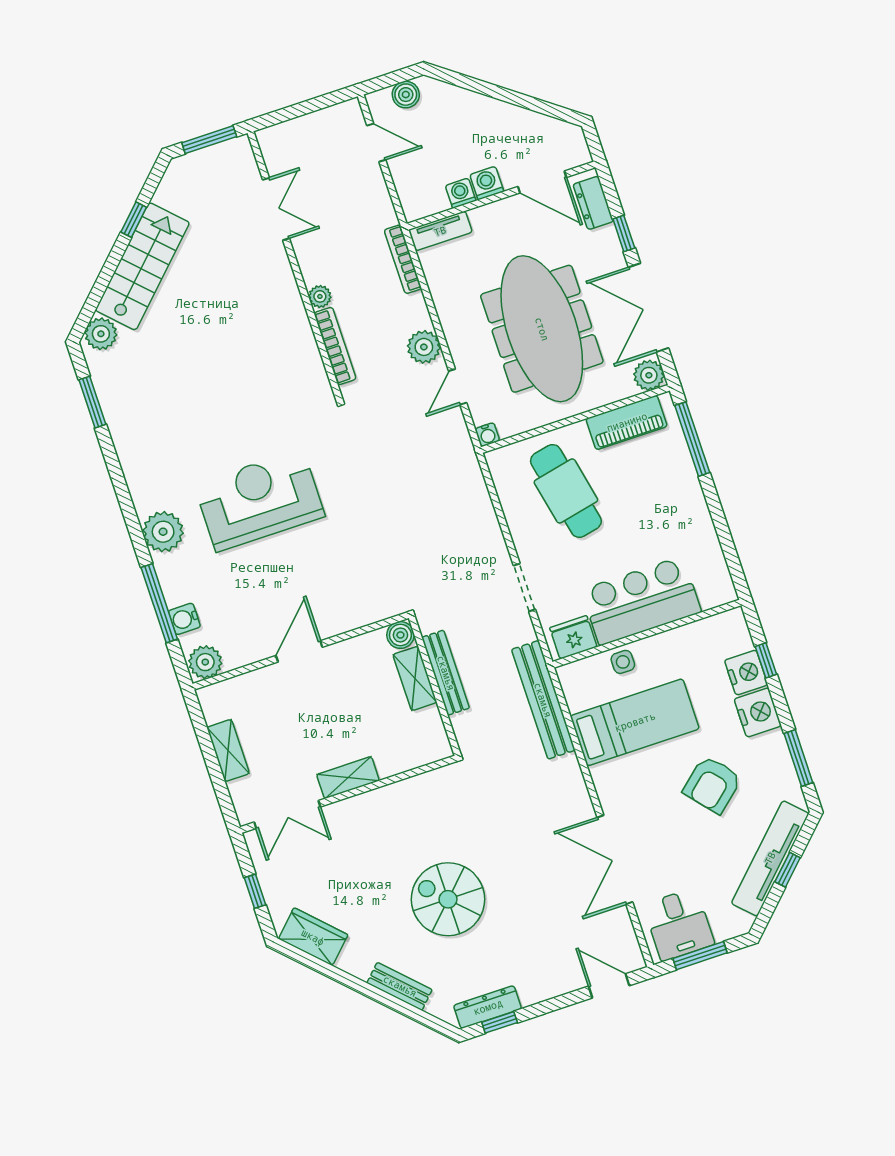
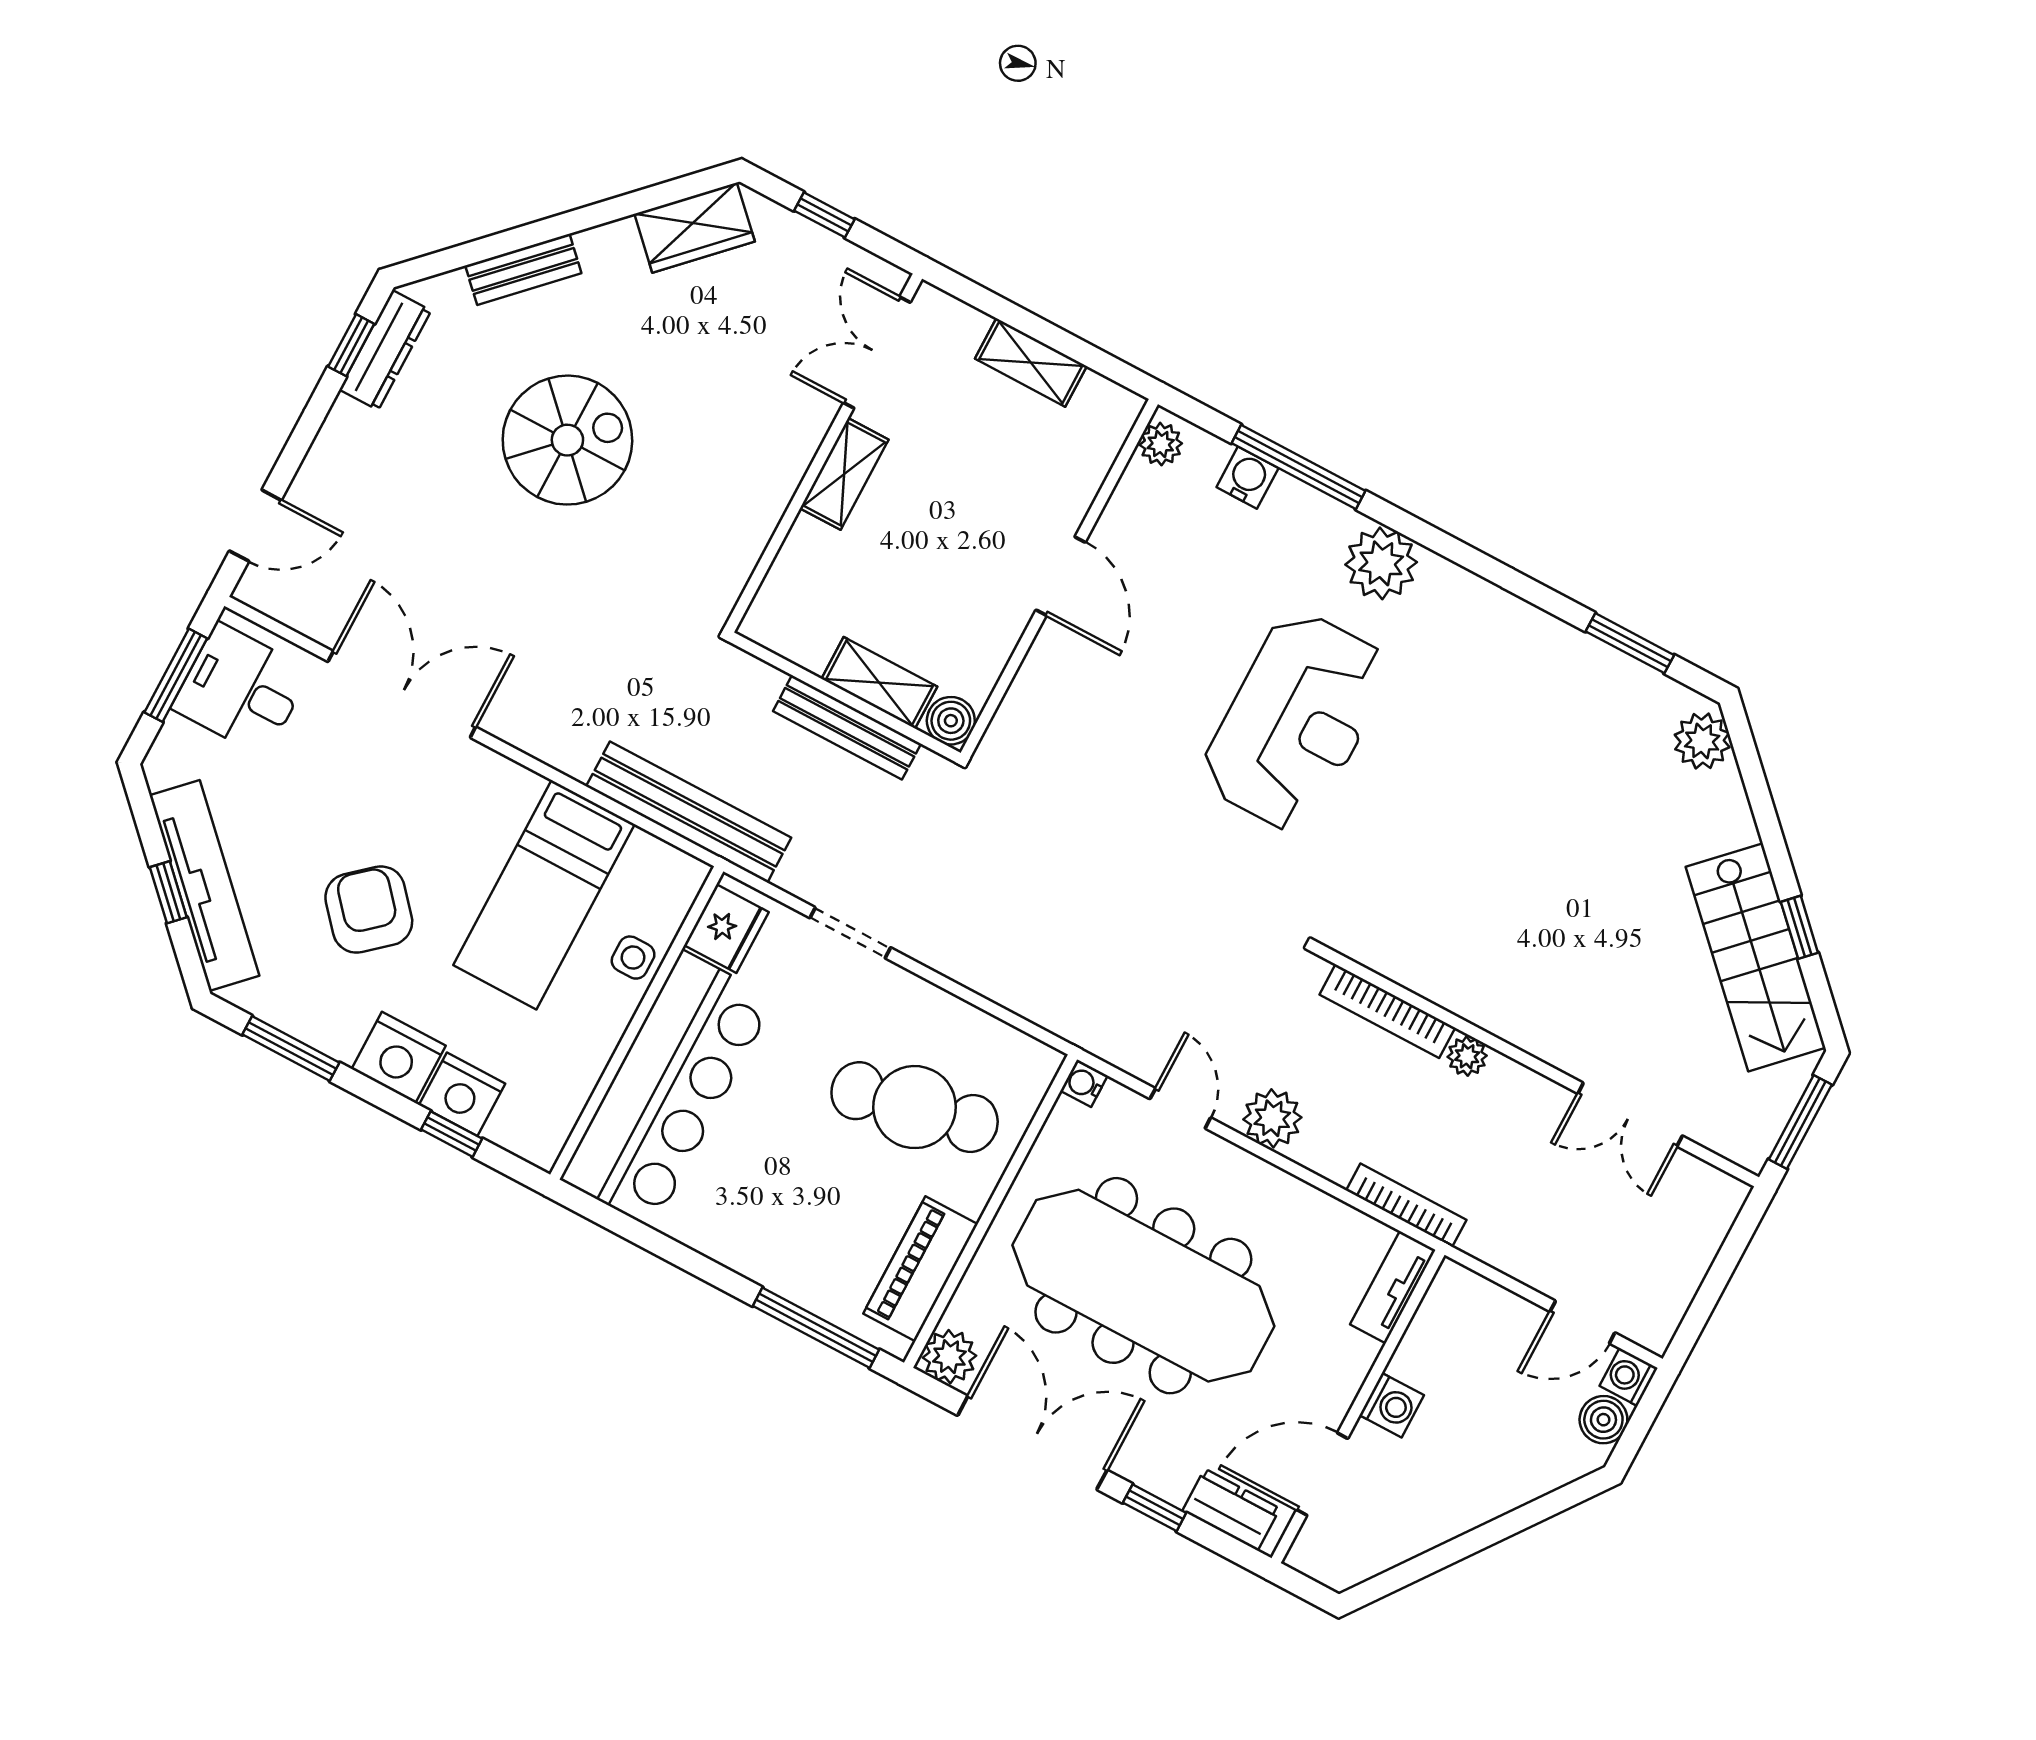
washing machine: (461, 193) -> (1629, 1377), moved, turned 180
stairs: (142, 266) -> (1756, 957), moved
bar counter: (641, 601) -> (668, 1089), width x1.36
plant: (205, 662) -> (1161, 444), width x0.73, depth x0.73

